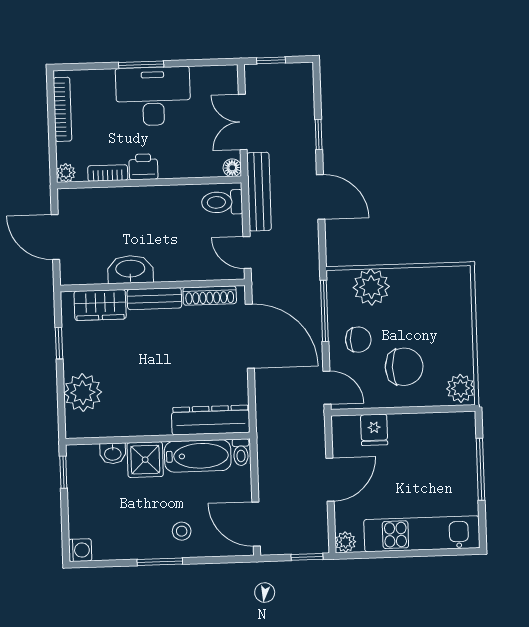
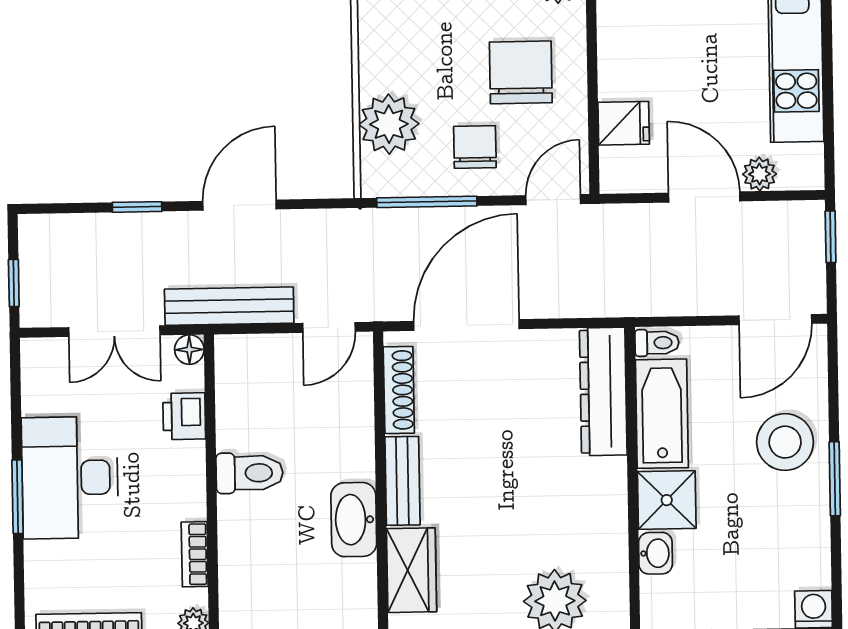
printer: (143, 167) -> (184, 416), moved
toilet: (222, 202) -> (249, 473), moved, turned -90
stool: (182, 531) -> (785, 442), width x1.89, depth x1.89
plant: (345, 542) -> (760, 174), moved

